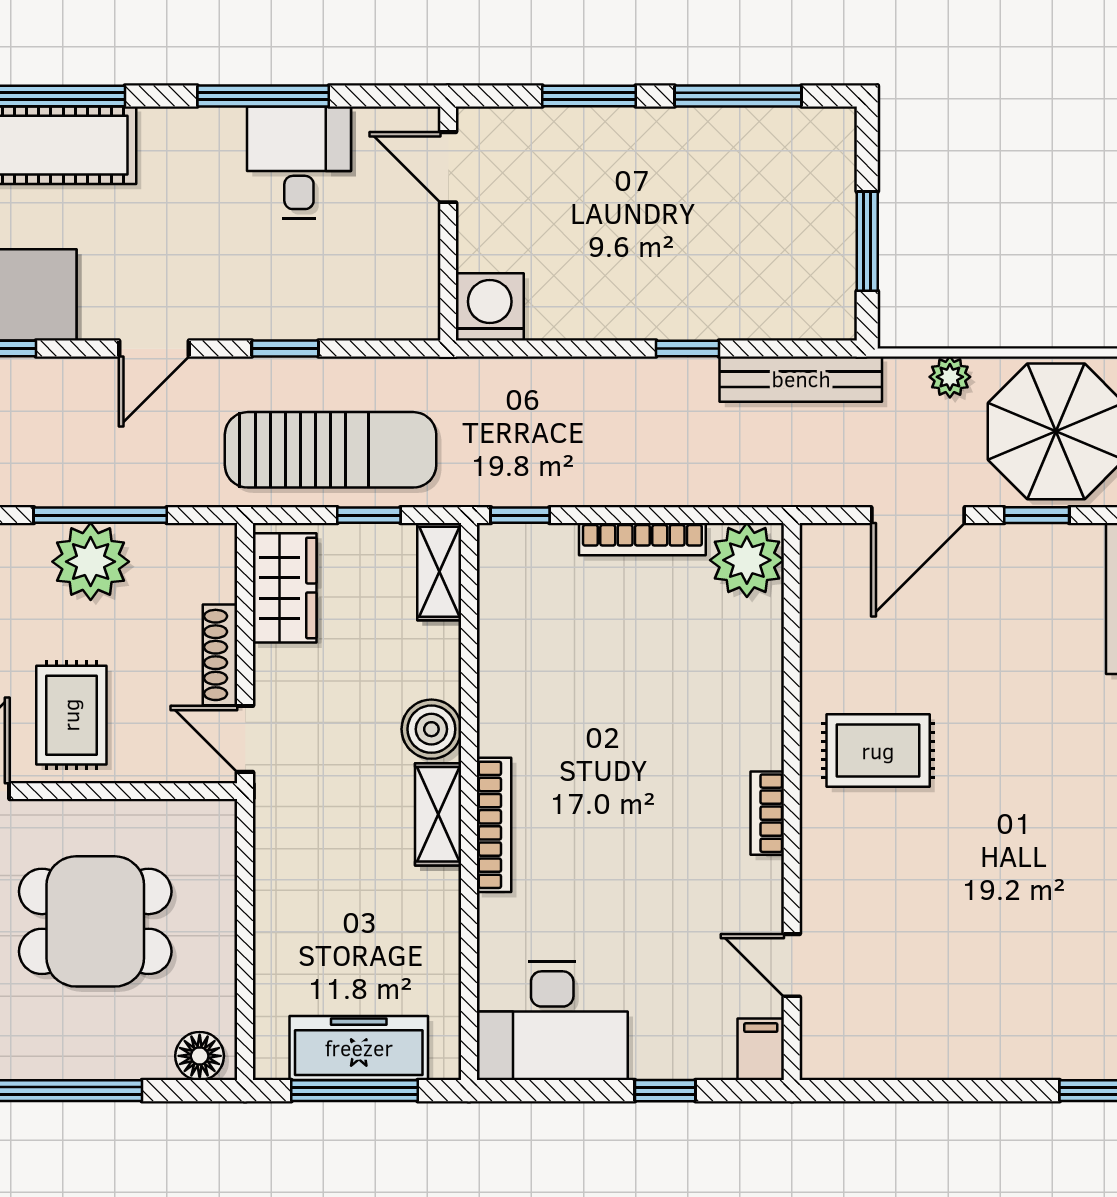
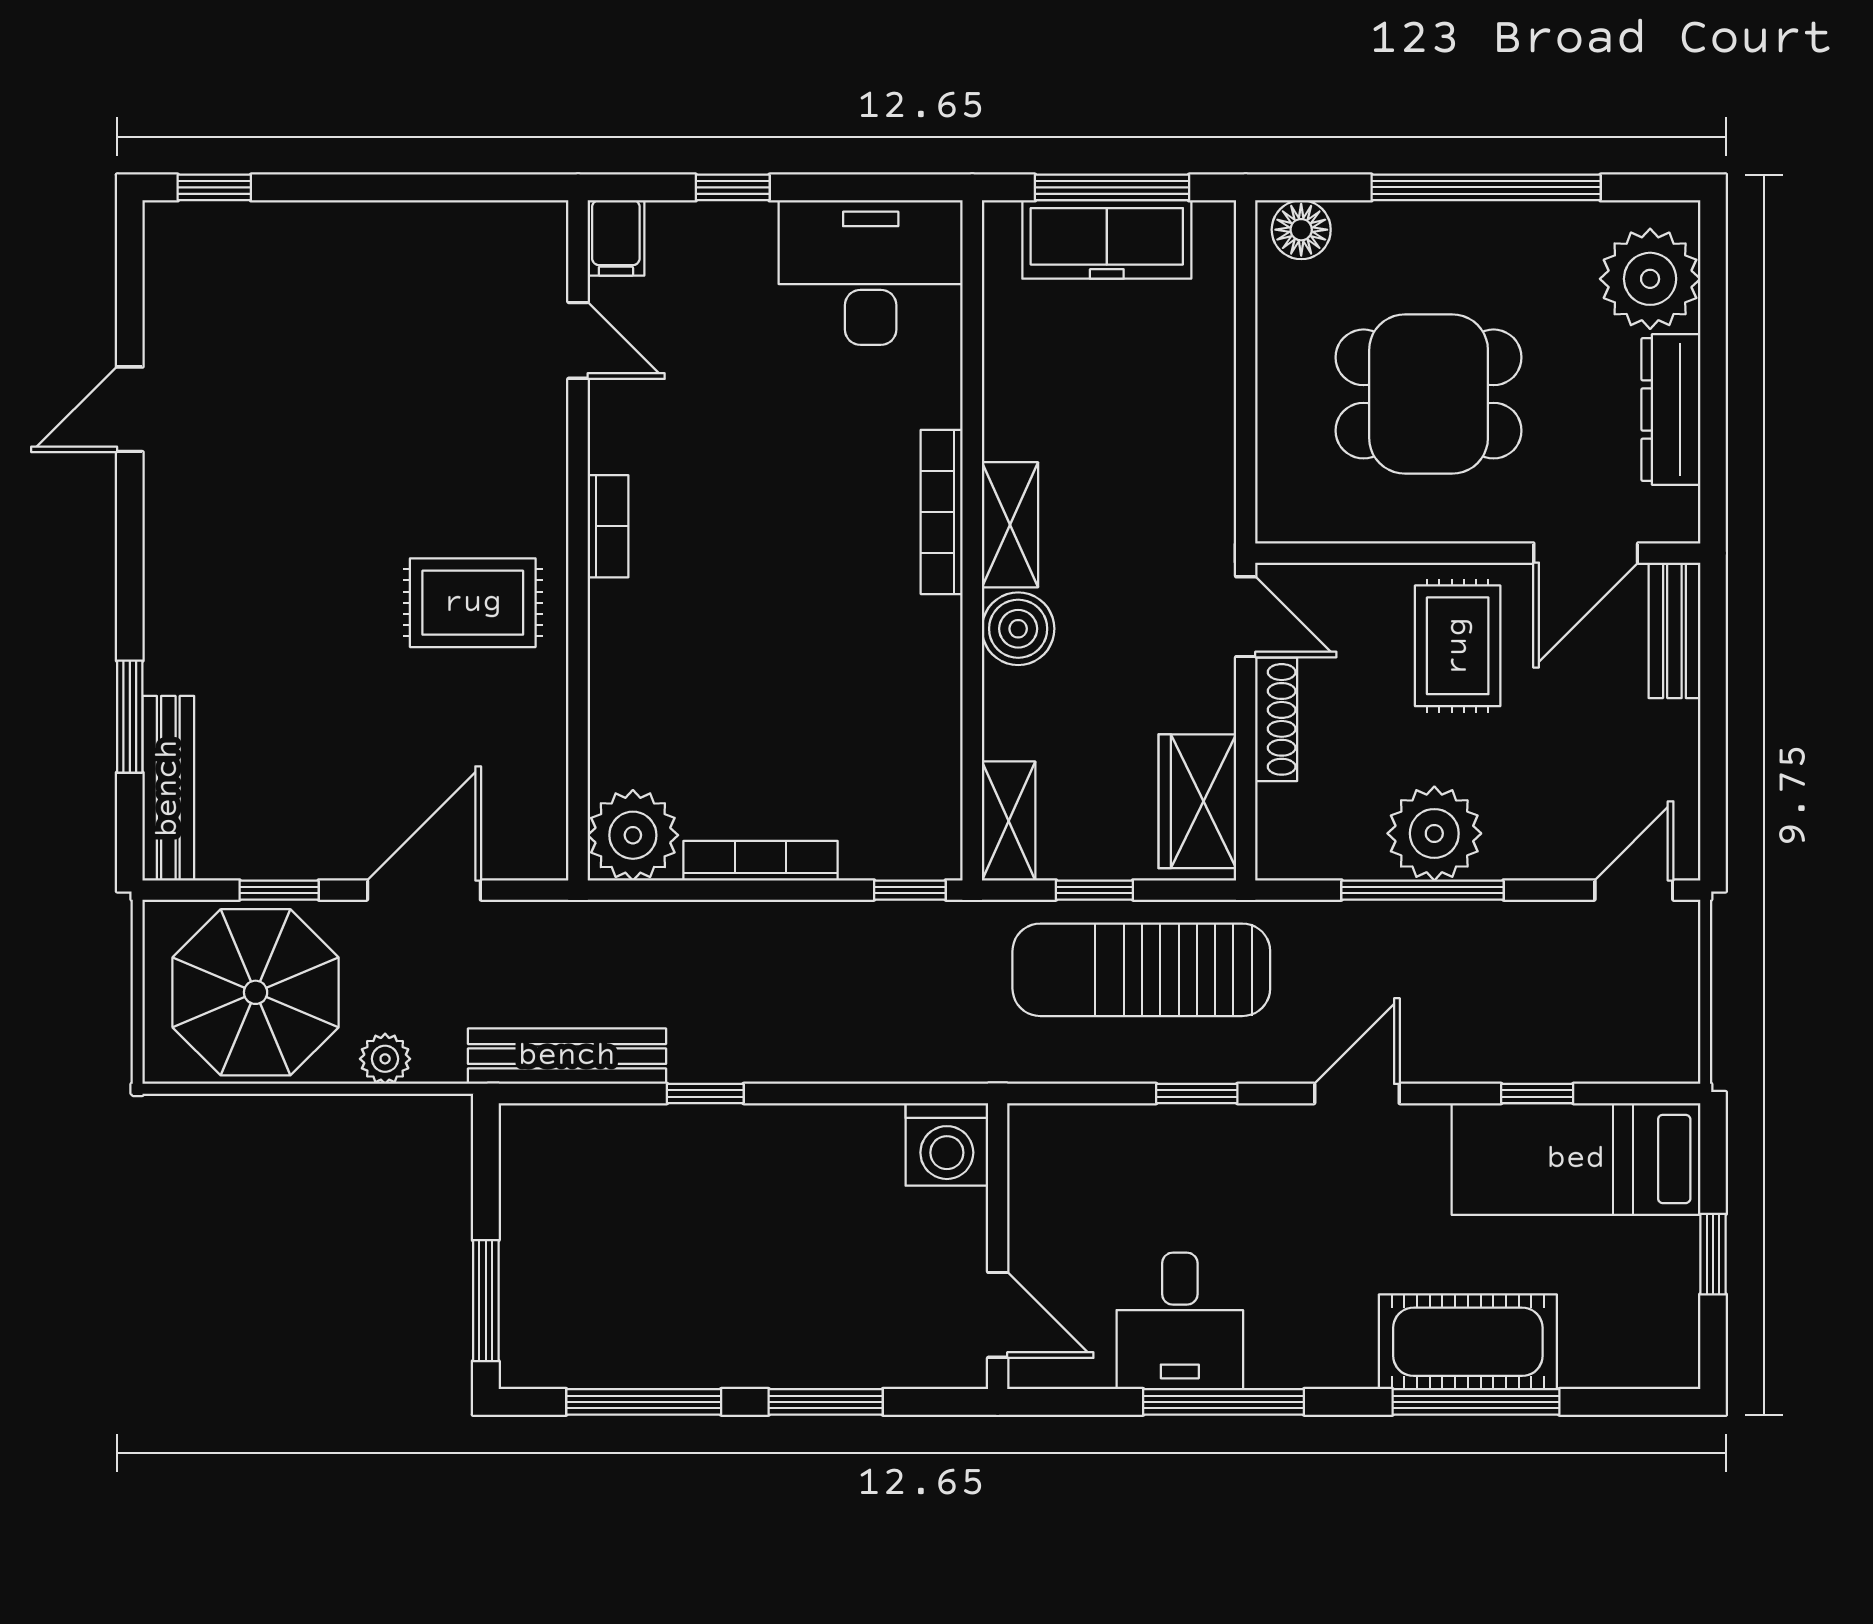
window: (867, 241) -> (486, 1301), moved

